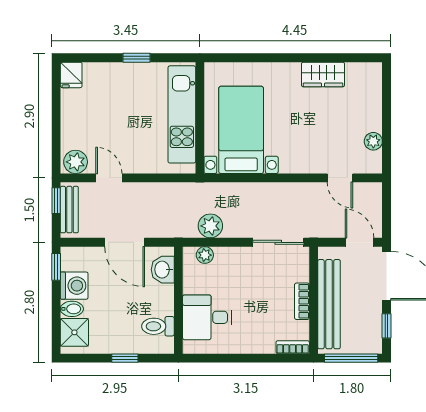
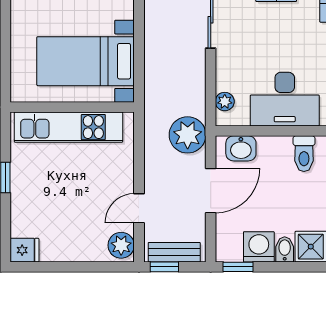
plant: (210, 226) -> (188, 135), moved, width x1.36, depth x1.36
desk: (207, 317) -> (285, 99), width x1.37

